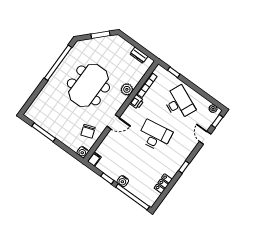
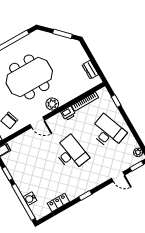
plant: (127, 89) -> (52, 104), moved
desk: (179, 103) -> (108, 132), turned -45
door: (205, 138) -> (118, 177), swing flipped
water cooler: (123, 181) -> (30, 199), moved

